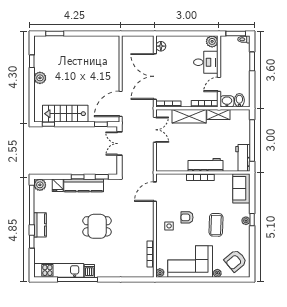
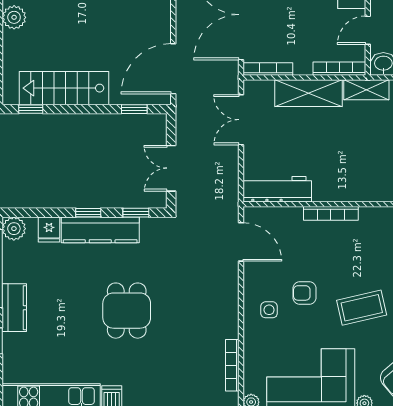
double door: (155, 130) -> (241, 120), swing flipped
double door: (120, 144) -> (171, 168), moved
workbench: (205, 165) -> (277, 189), moved
door: (155, 192) -> (241, 242), swing flipped
coffee table: (216, 225) -> (362, 308), turned 75
dining table: (97, 226) -> (127, 311), turned 90

